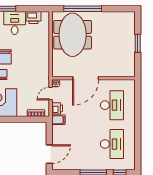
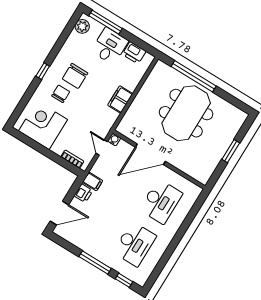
meeting table: (73, 35) -> (186, 113), moved
filing cabinet: (43, 54) -> (120, 99), added
door: (51, 93) -> (102, 147), hinge flipped
printer: (57, 108) -> (83, 193), moved

